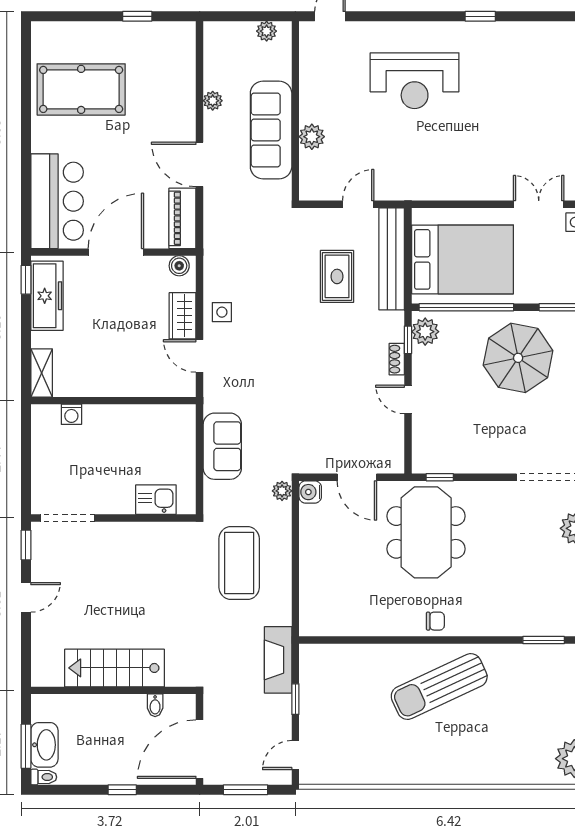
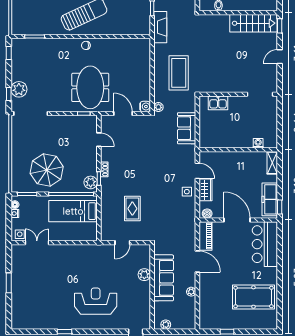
double door: (539, 204) -> (37, 243), swing flipped
door: (116, 252) -> (237, 220), swing flipped
bench: (392, 259) -> (107, 217), removed
bed: (462, 259) -> (73, 211), width x0.67
door: (408, 399) -> (99, 140), moved
window: (26, 545) -> (280, 26), moved
stairs: (114, 668) -> (253, 23), moved

